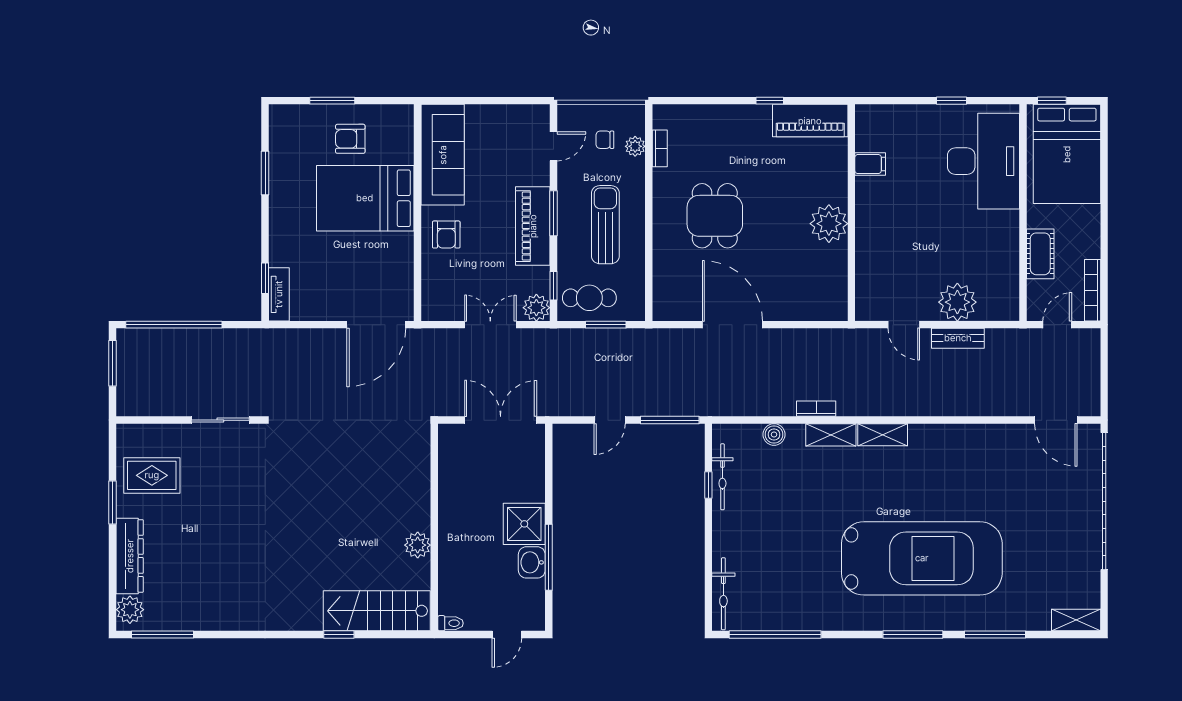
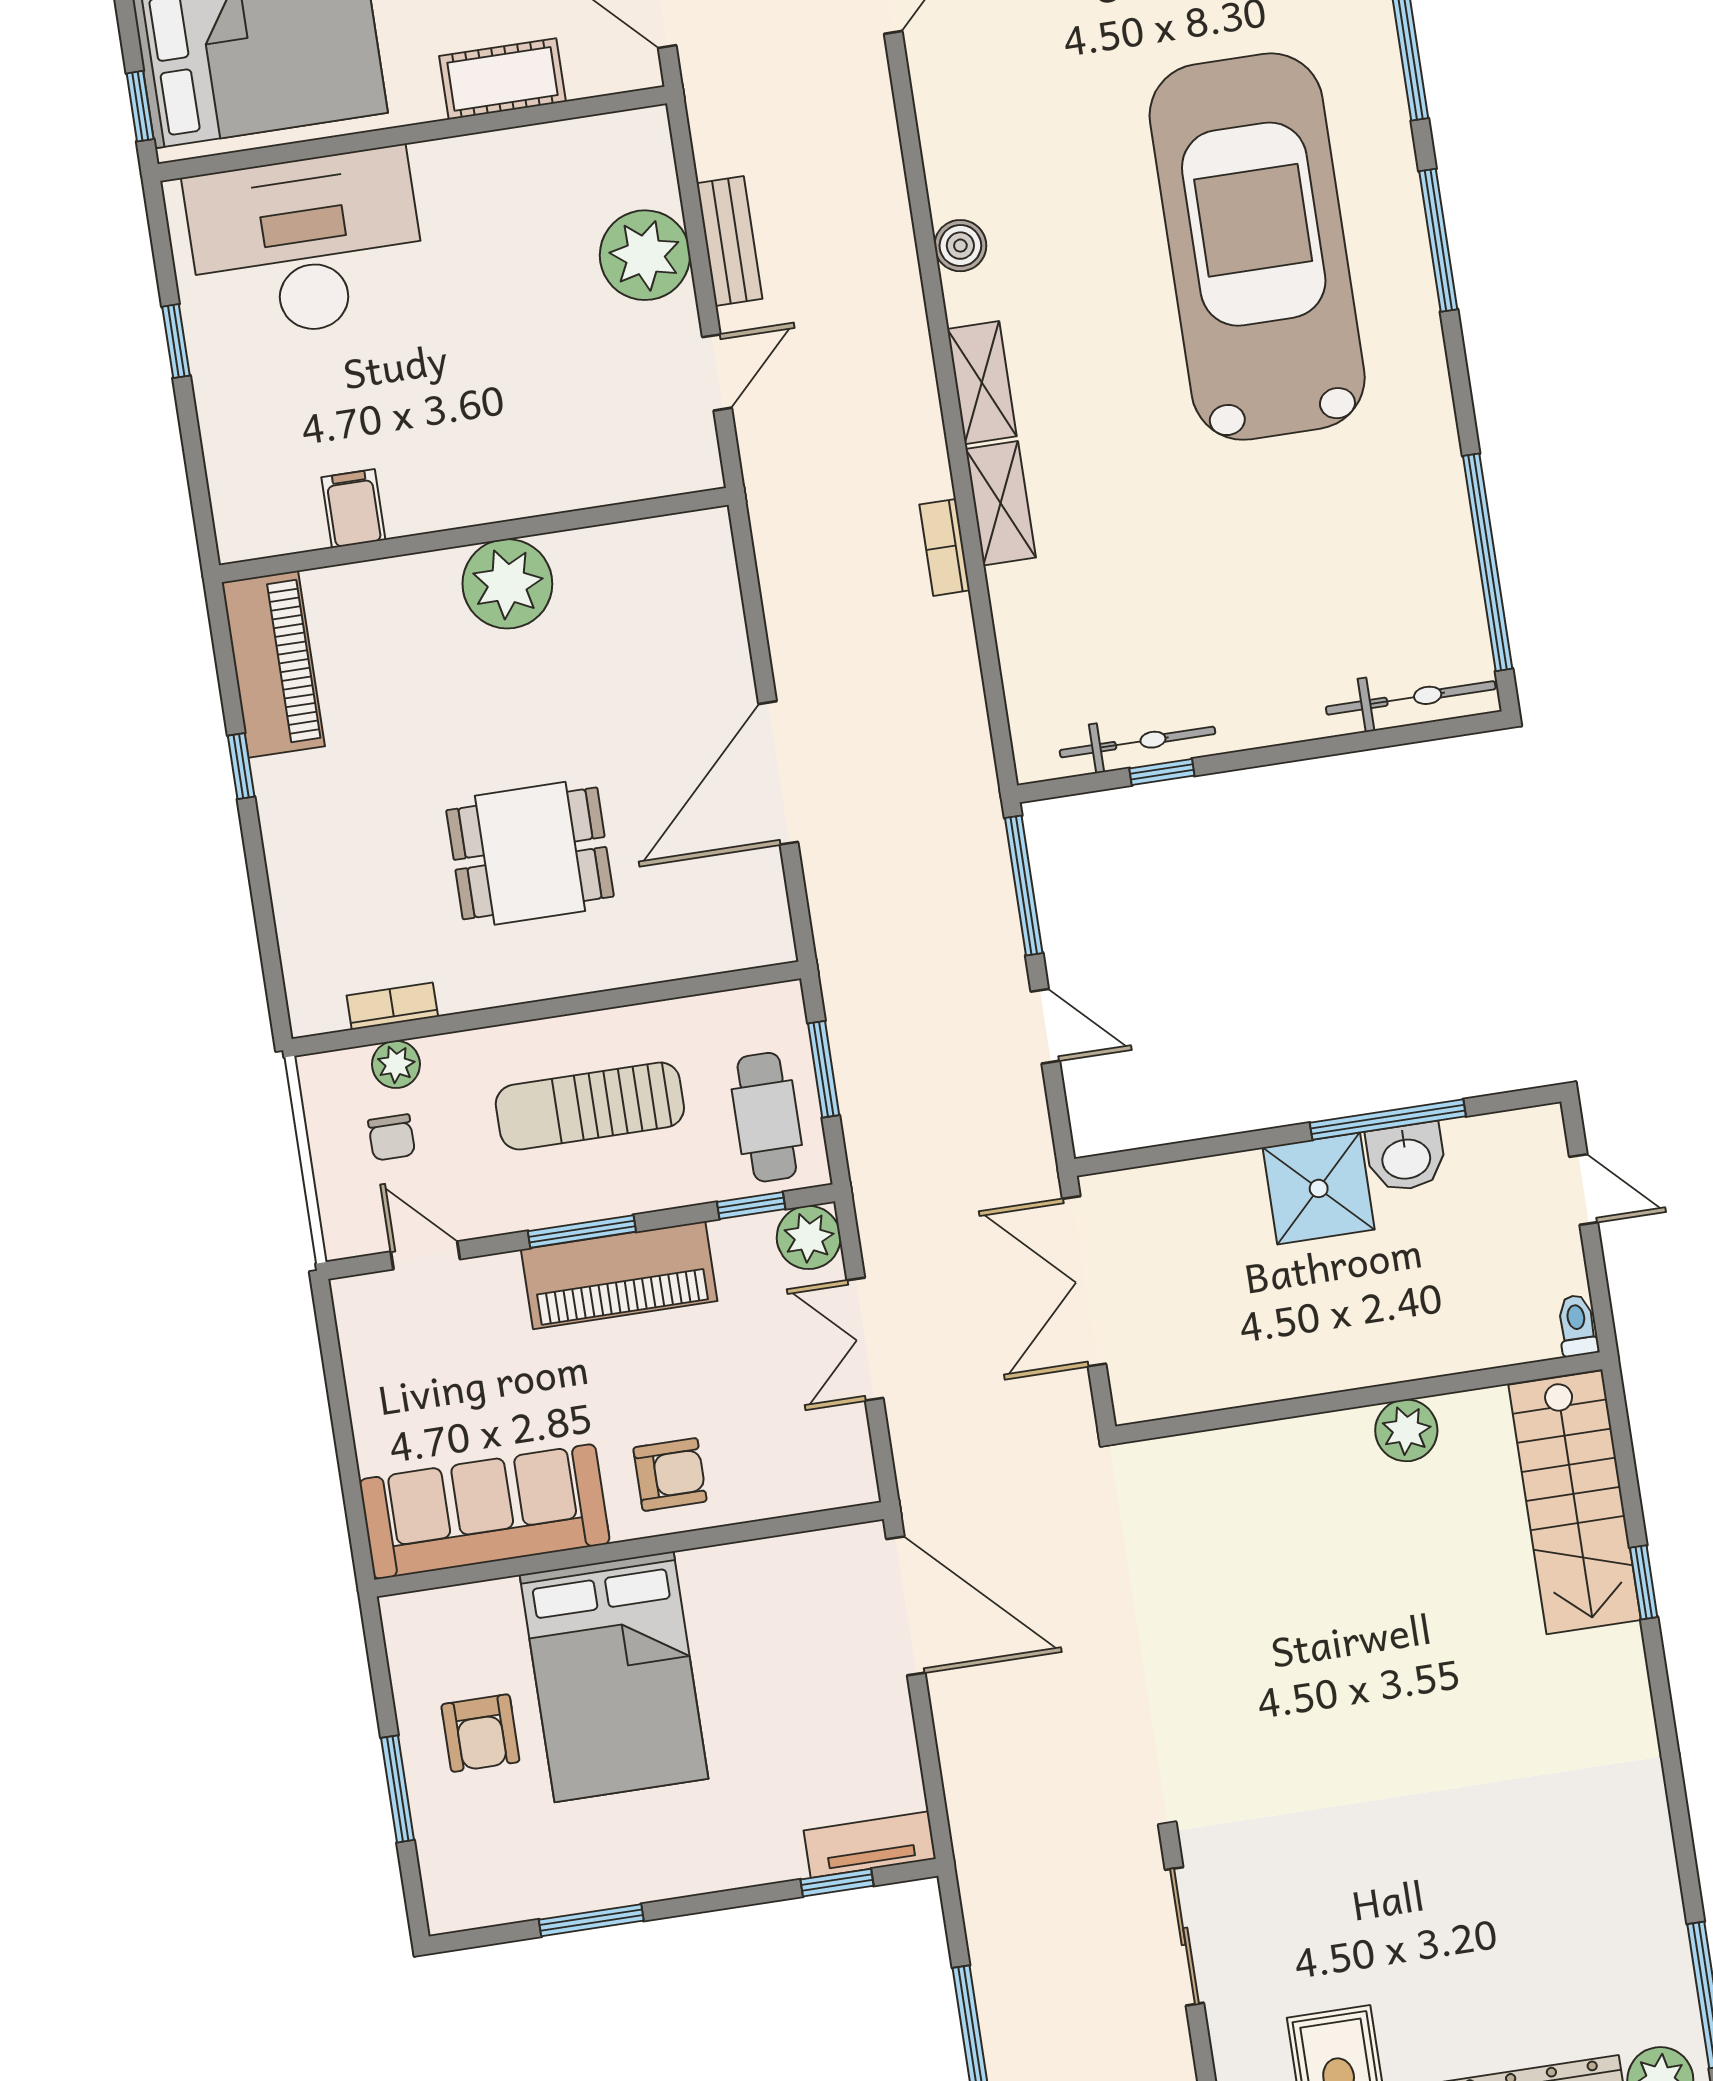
boiler: (774, 434) -> (960, 246), moved

